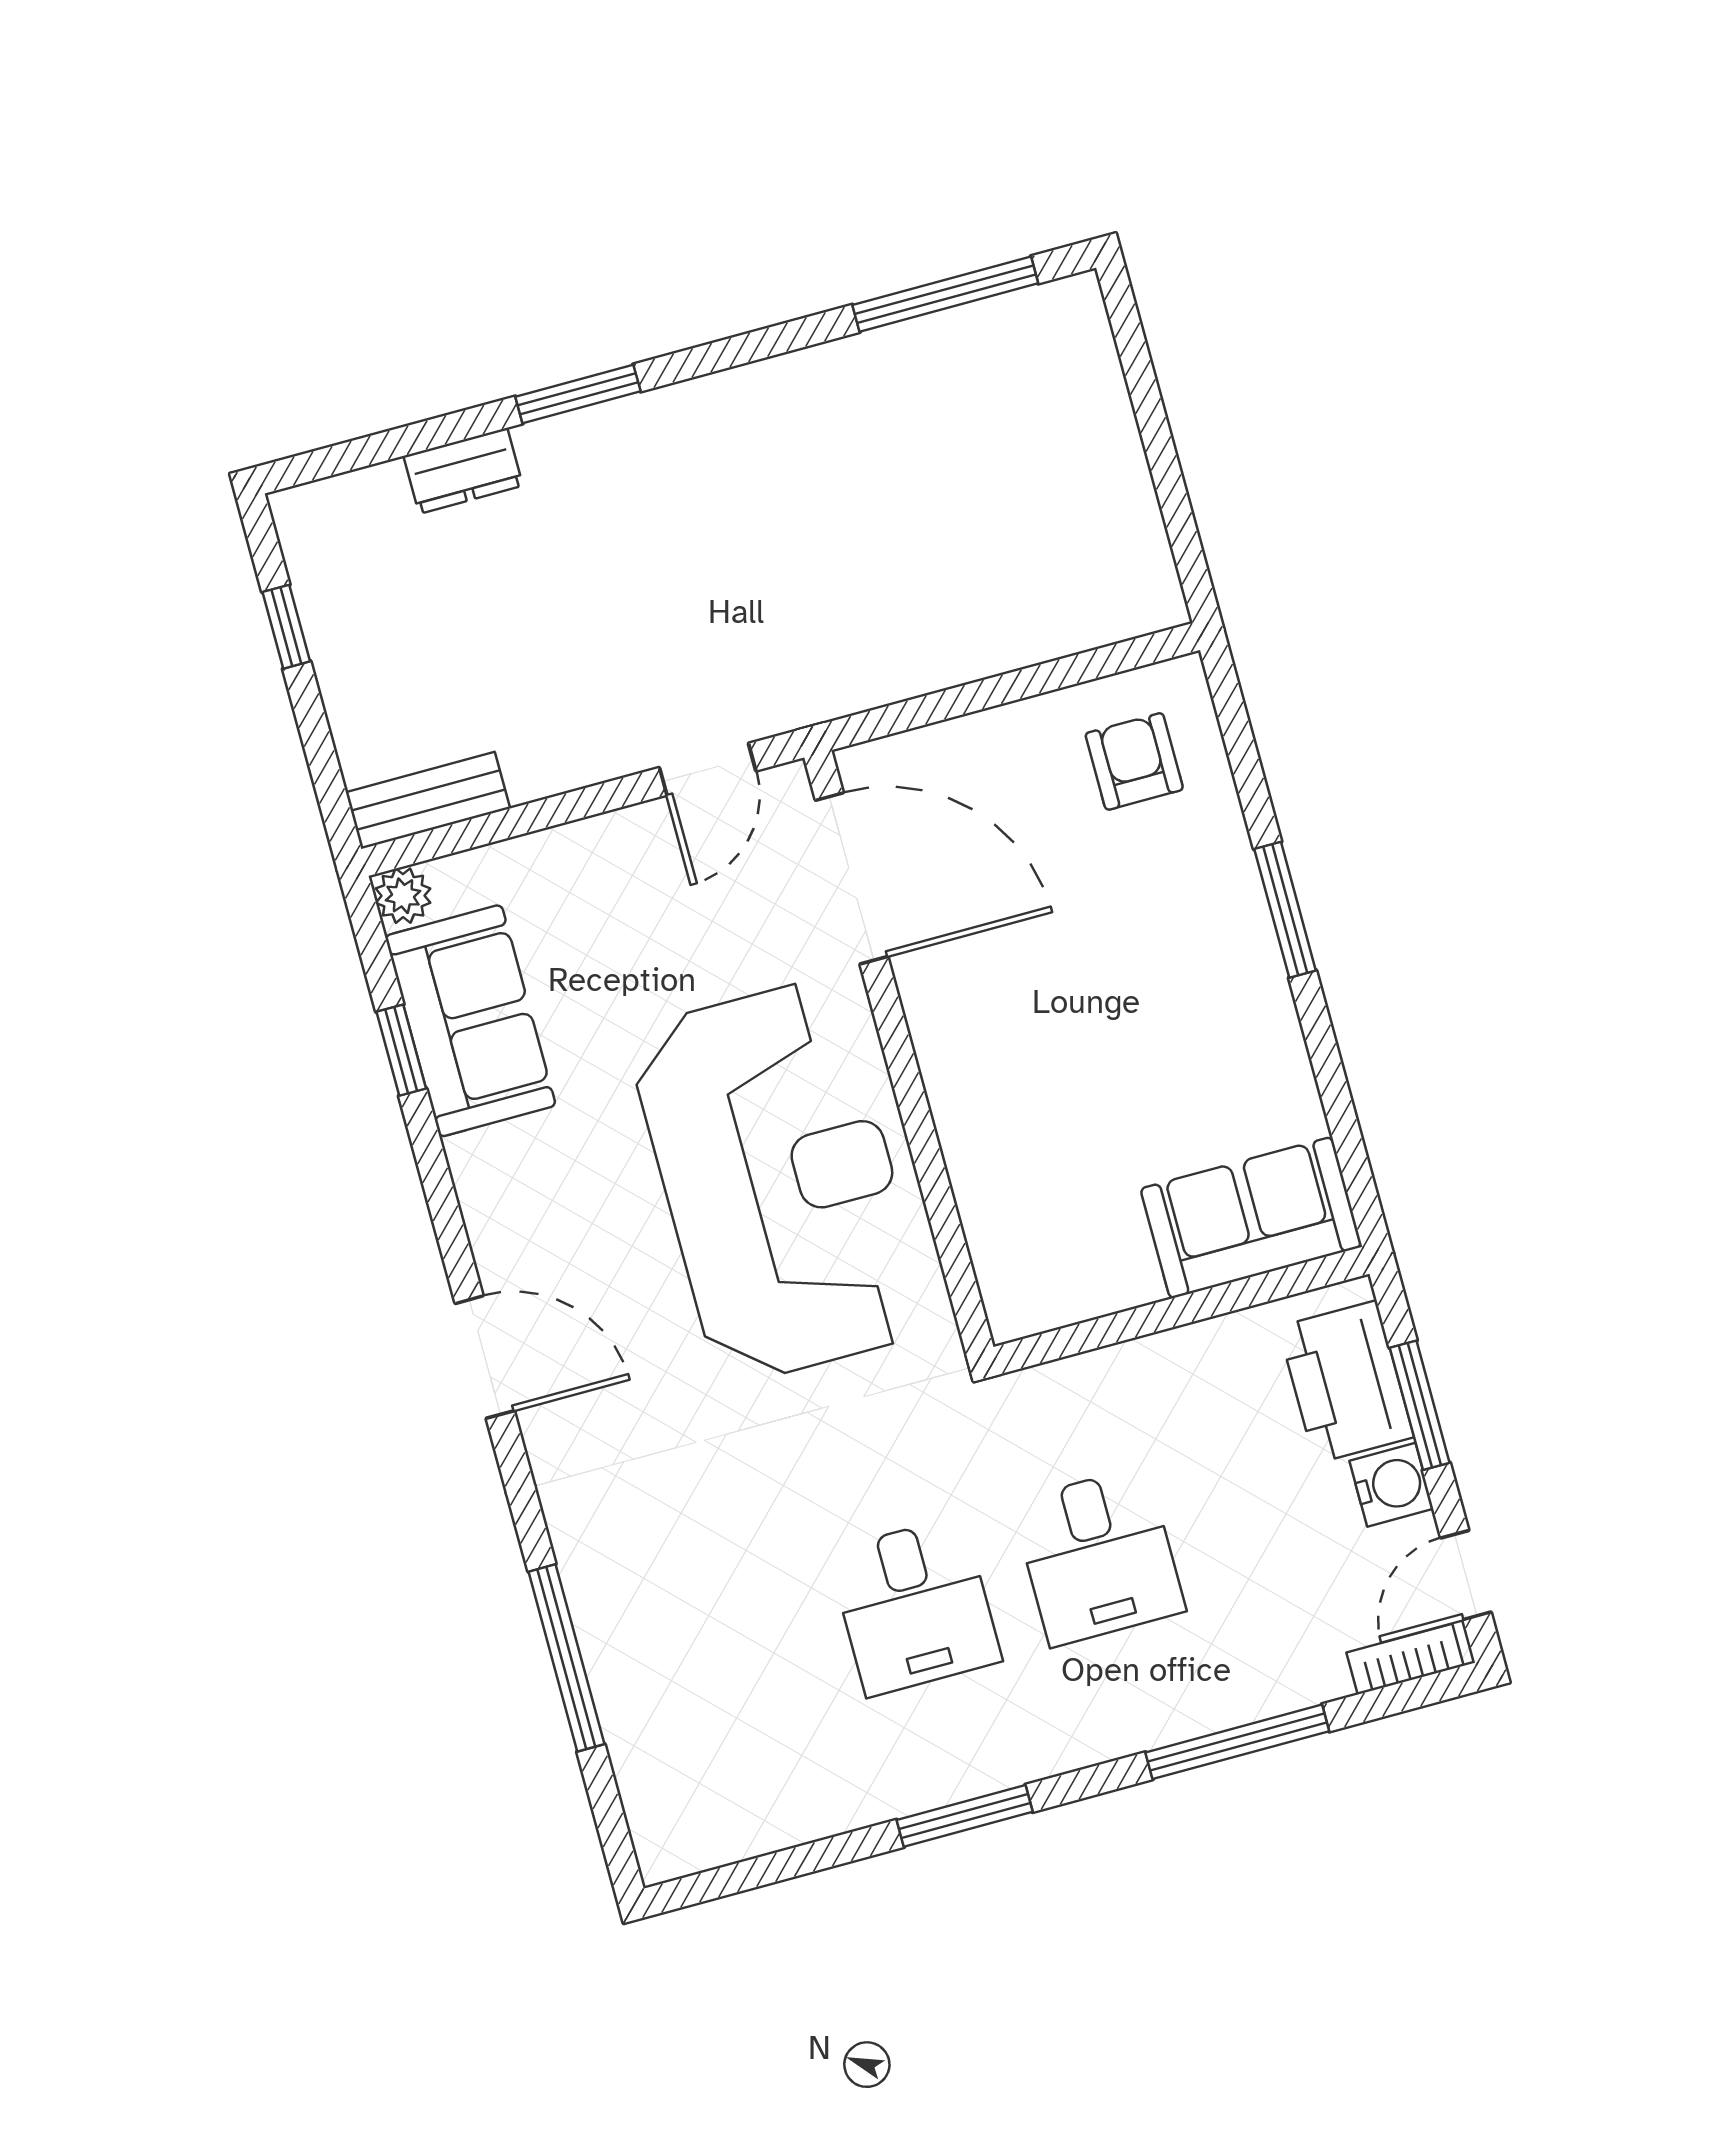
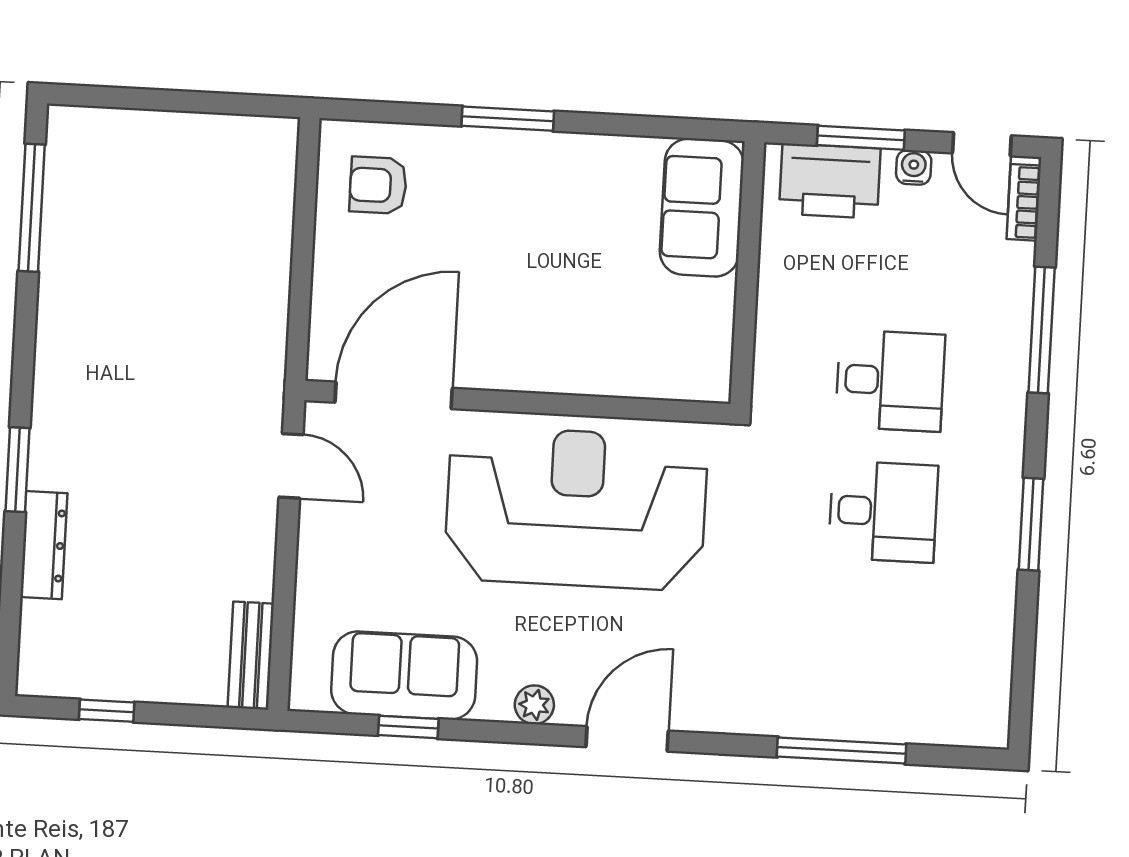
dresser: (463, 471) -> (44, 545), width x1.44
plant: (403, 896) -> (534, 705), moved
water cooler: (1391, 1485) -> (914, 167), width x0.72, depth x0.72

